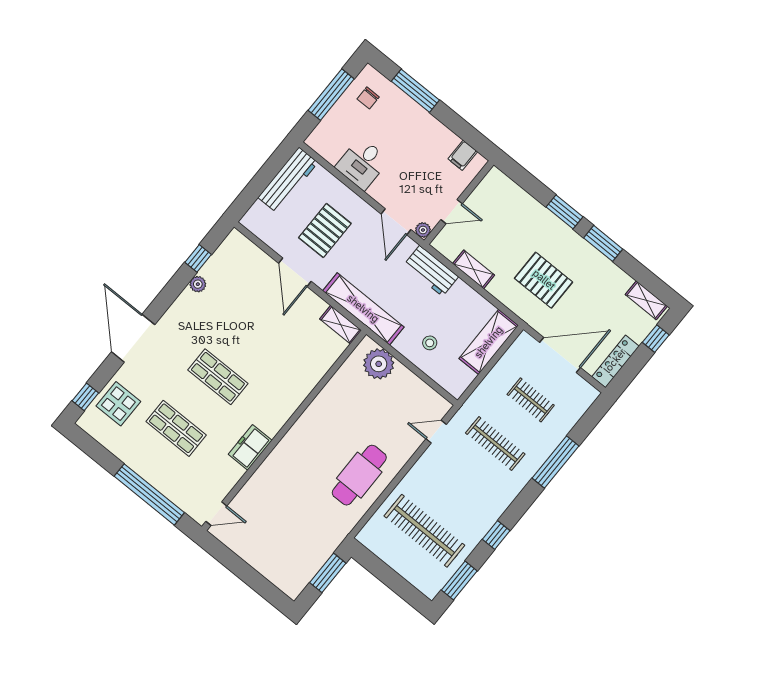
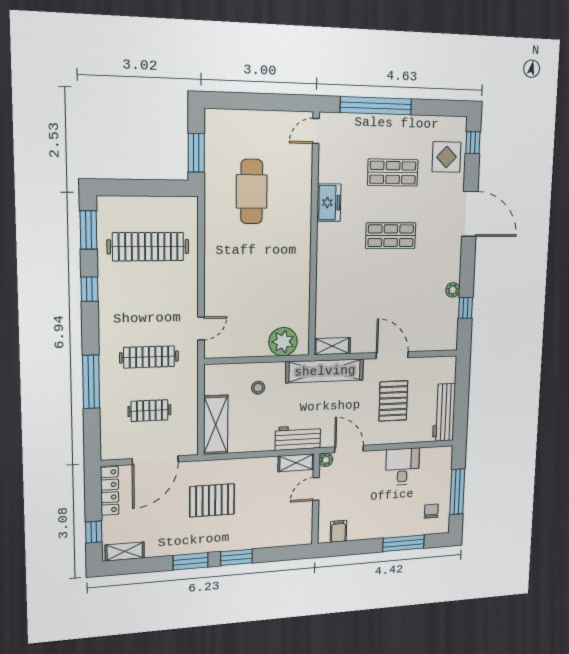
shelving: (474, 269) -> (296, 463), moved
cafe table: (359, 475) -> (252, 191), moved

